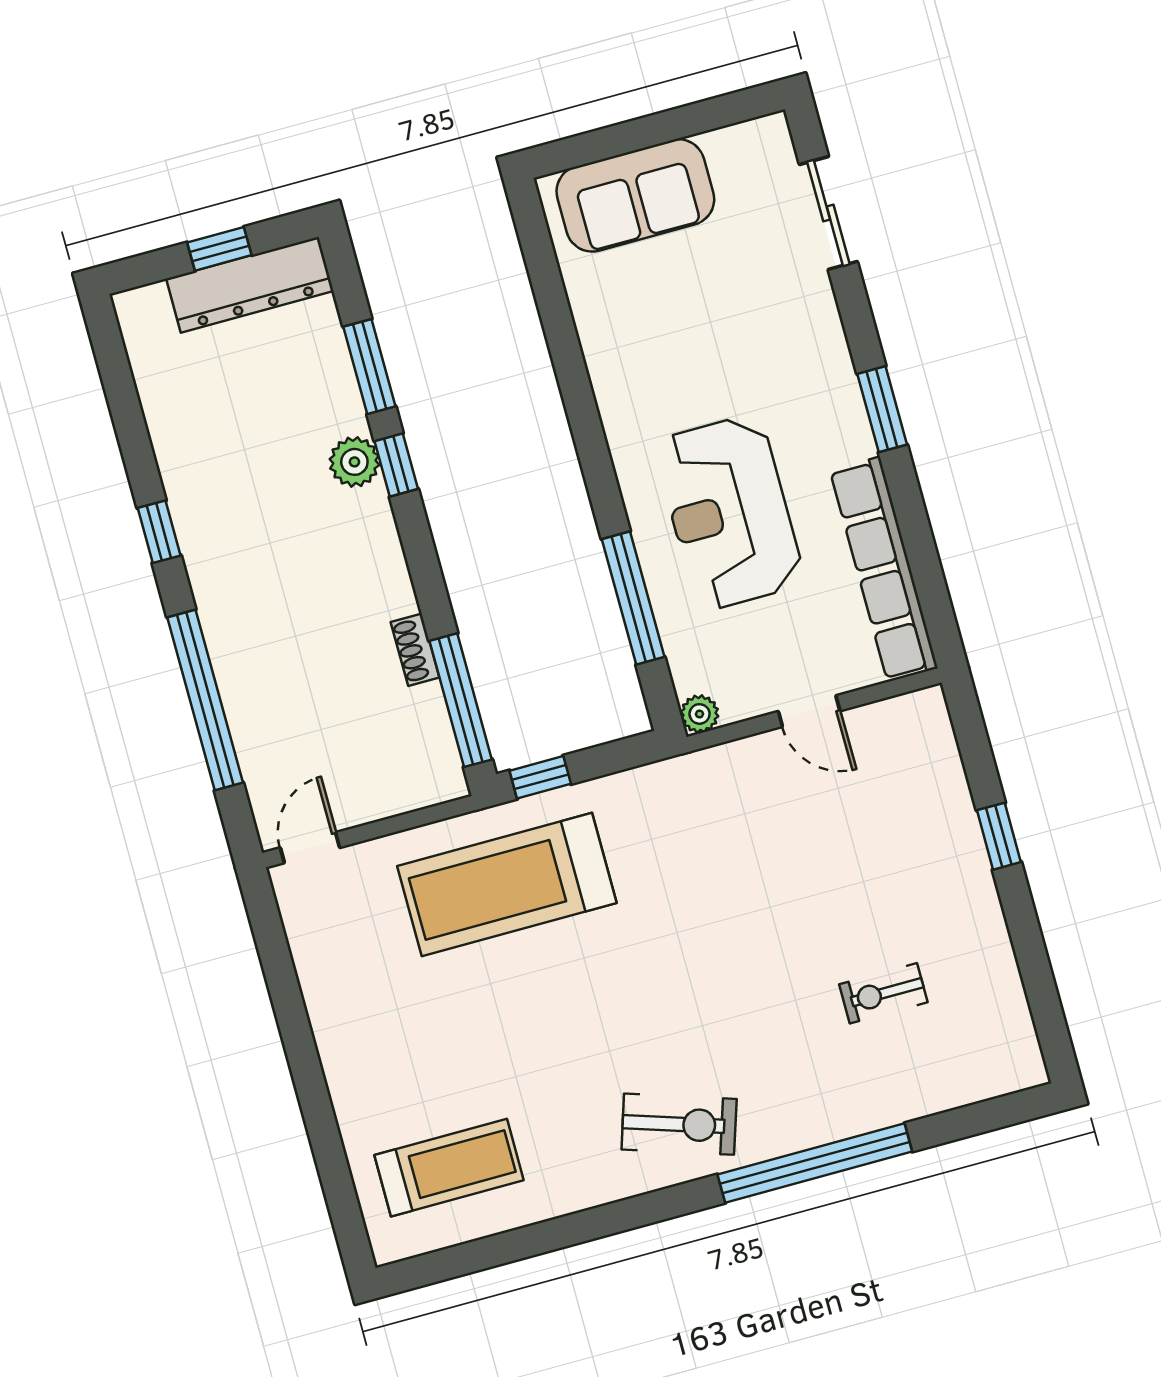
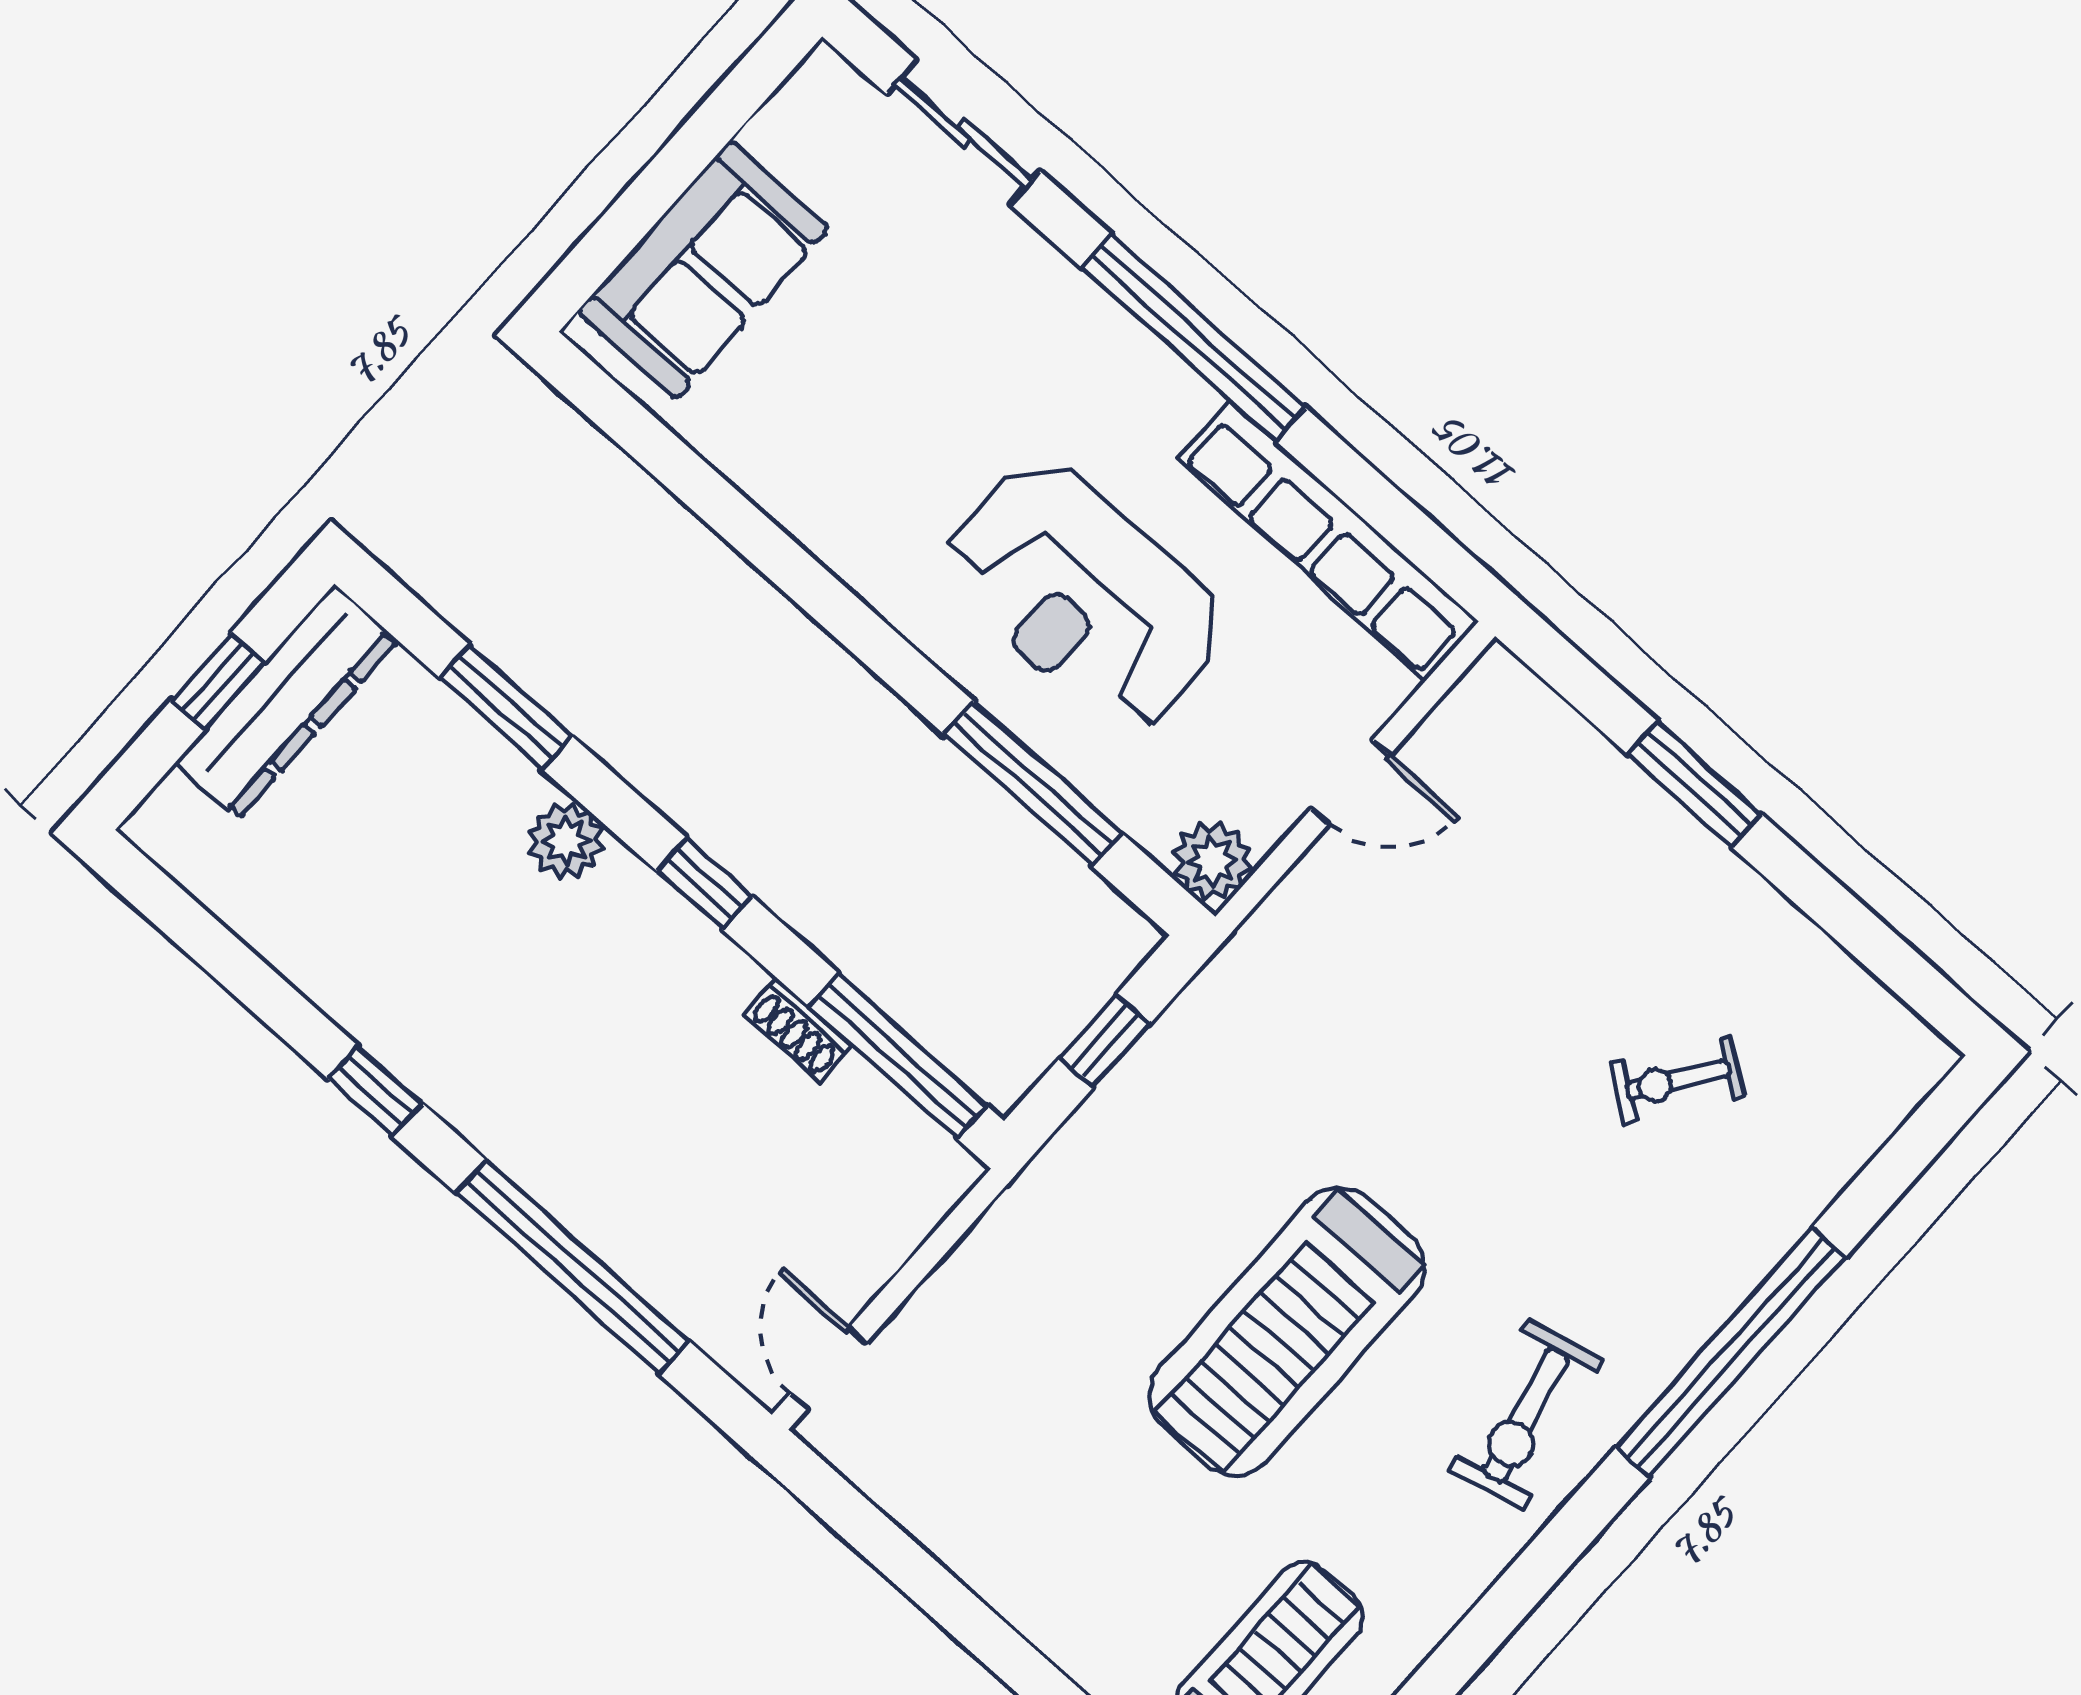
window: (882, 409) -> (1194, 338), width x2.11
window: (396, 465) -> (704, 884), moved
plant: (700, 714) -> (1212, 861), width x1.38, depth x1.38
window: (540, 777) -> (1105, 1041), moved
window: (999, 836) -> (1695, 784), width x1.50
treadmill: (507, 884) -> (1287, 1332), moved
exercise bike: (883, 993) -> (1678, 1080), turned 35
exercise bike: (679, 1124) -> (1526, 1415), turned 148

